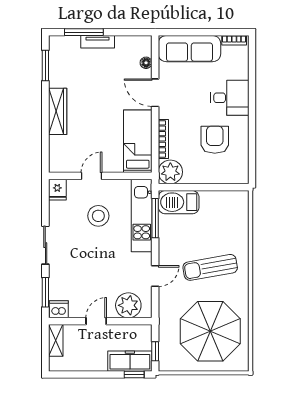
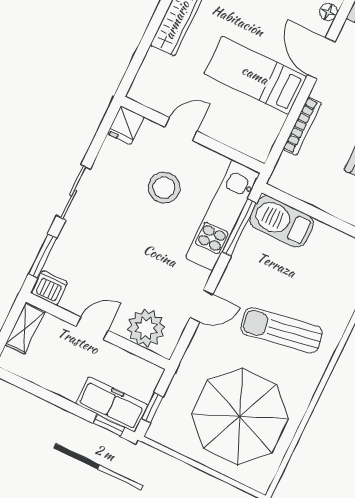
bed: (138, 141) -> (255, 75), moved, turned -90
plant: (170, 172) -> (290, 175), removed

